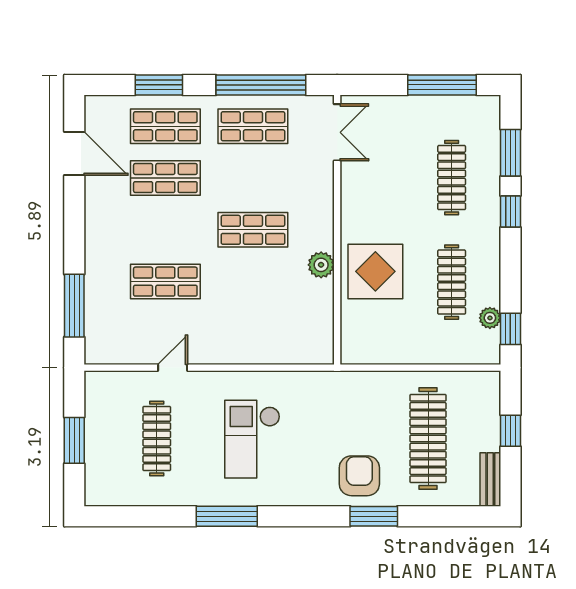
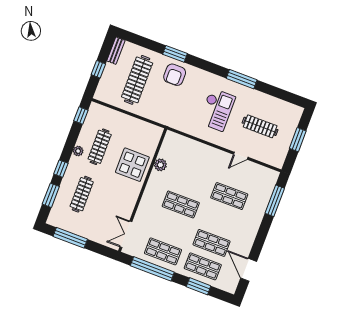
plant: (321, 265) -> (160, 165), moved
plant: (490, 318) -> (78, 151), moved
clothes rail: (157, 438) -> (260, 126), turned 90

